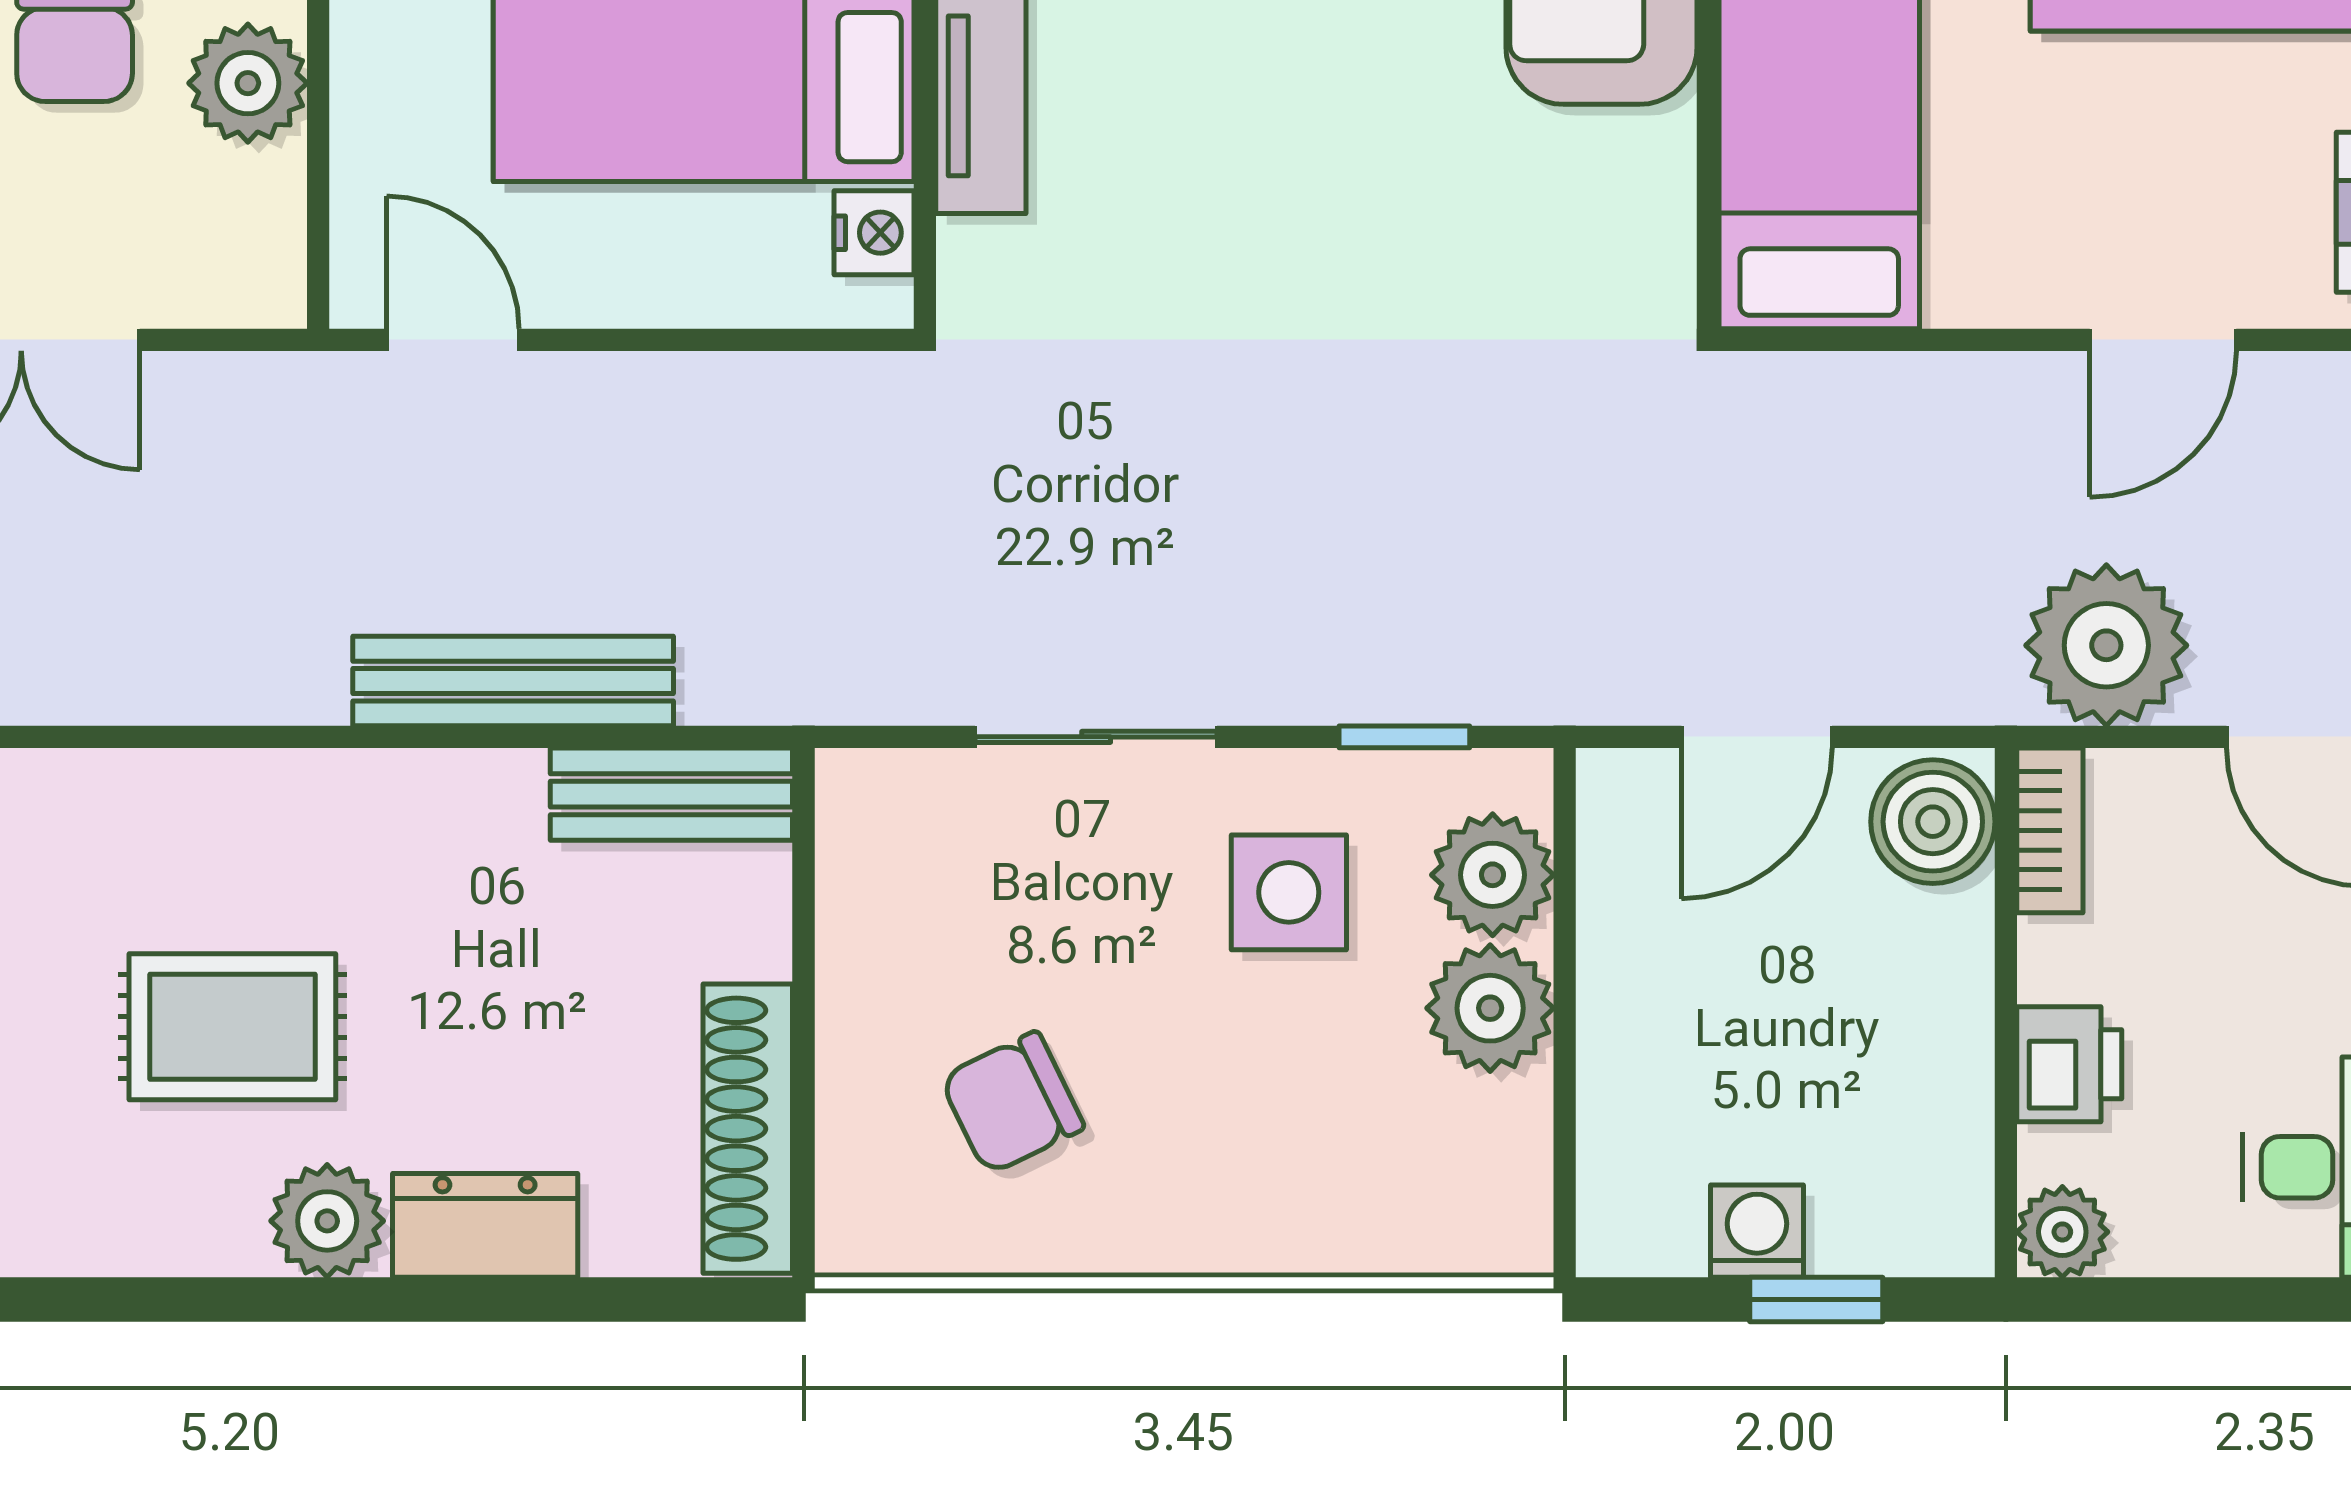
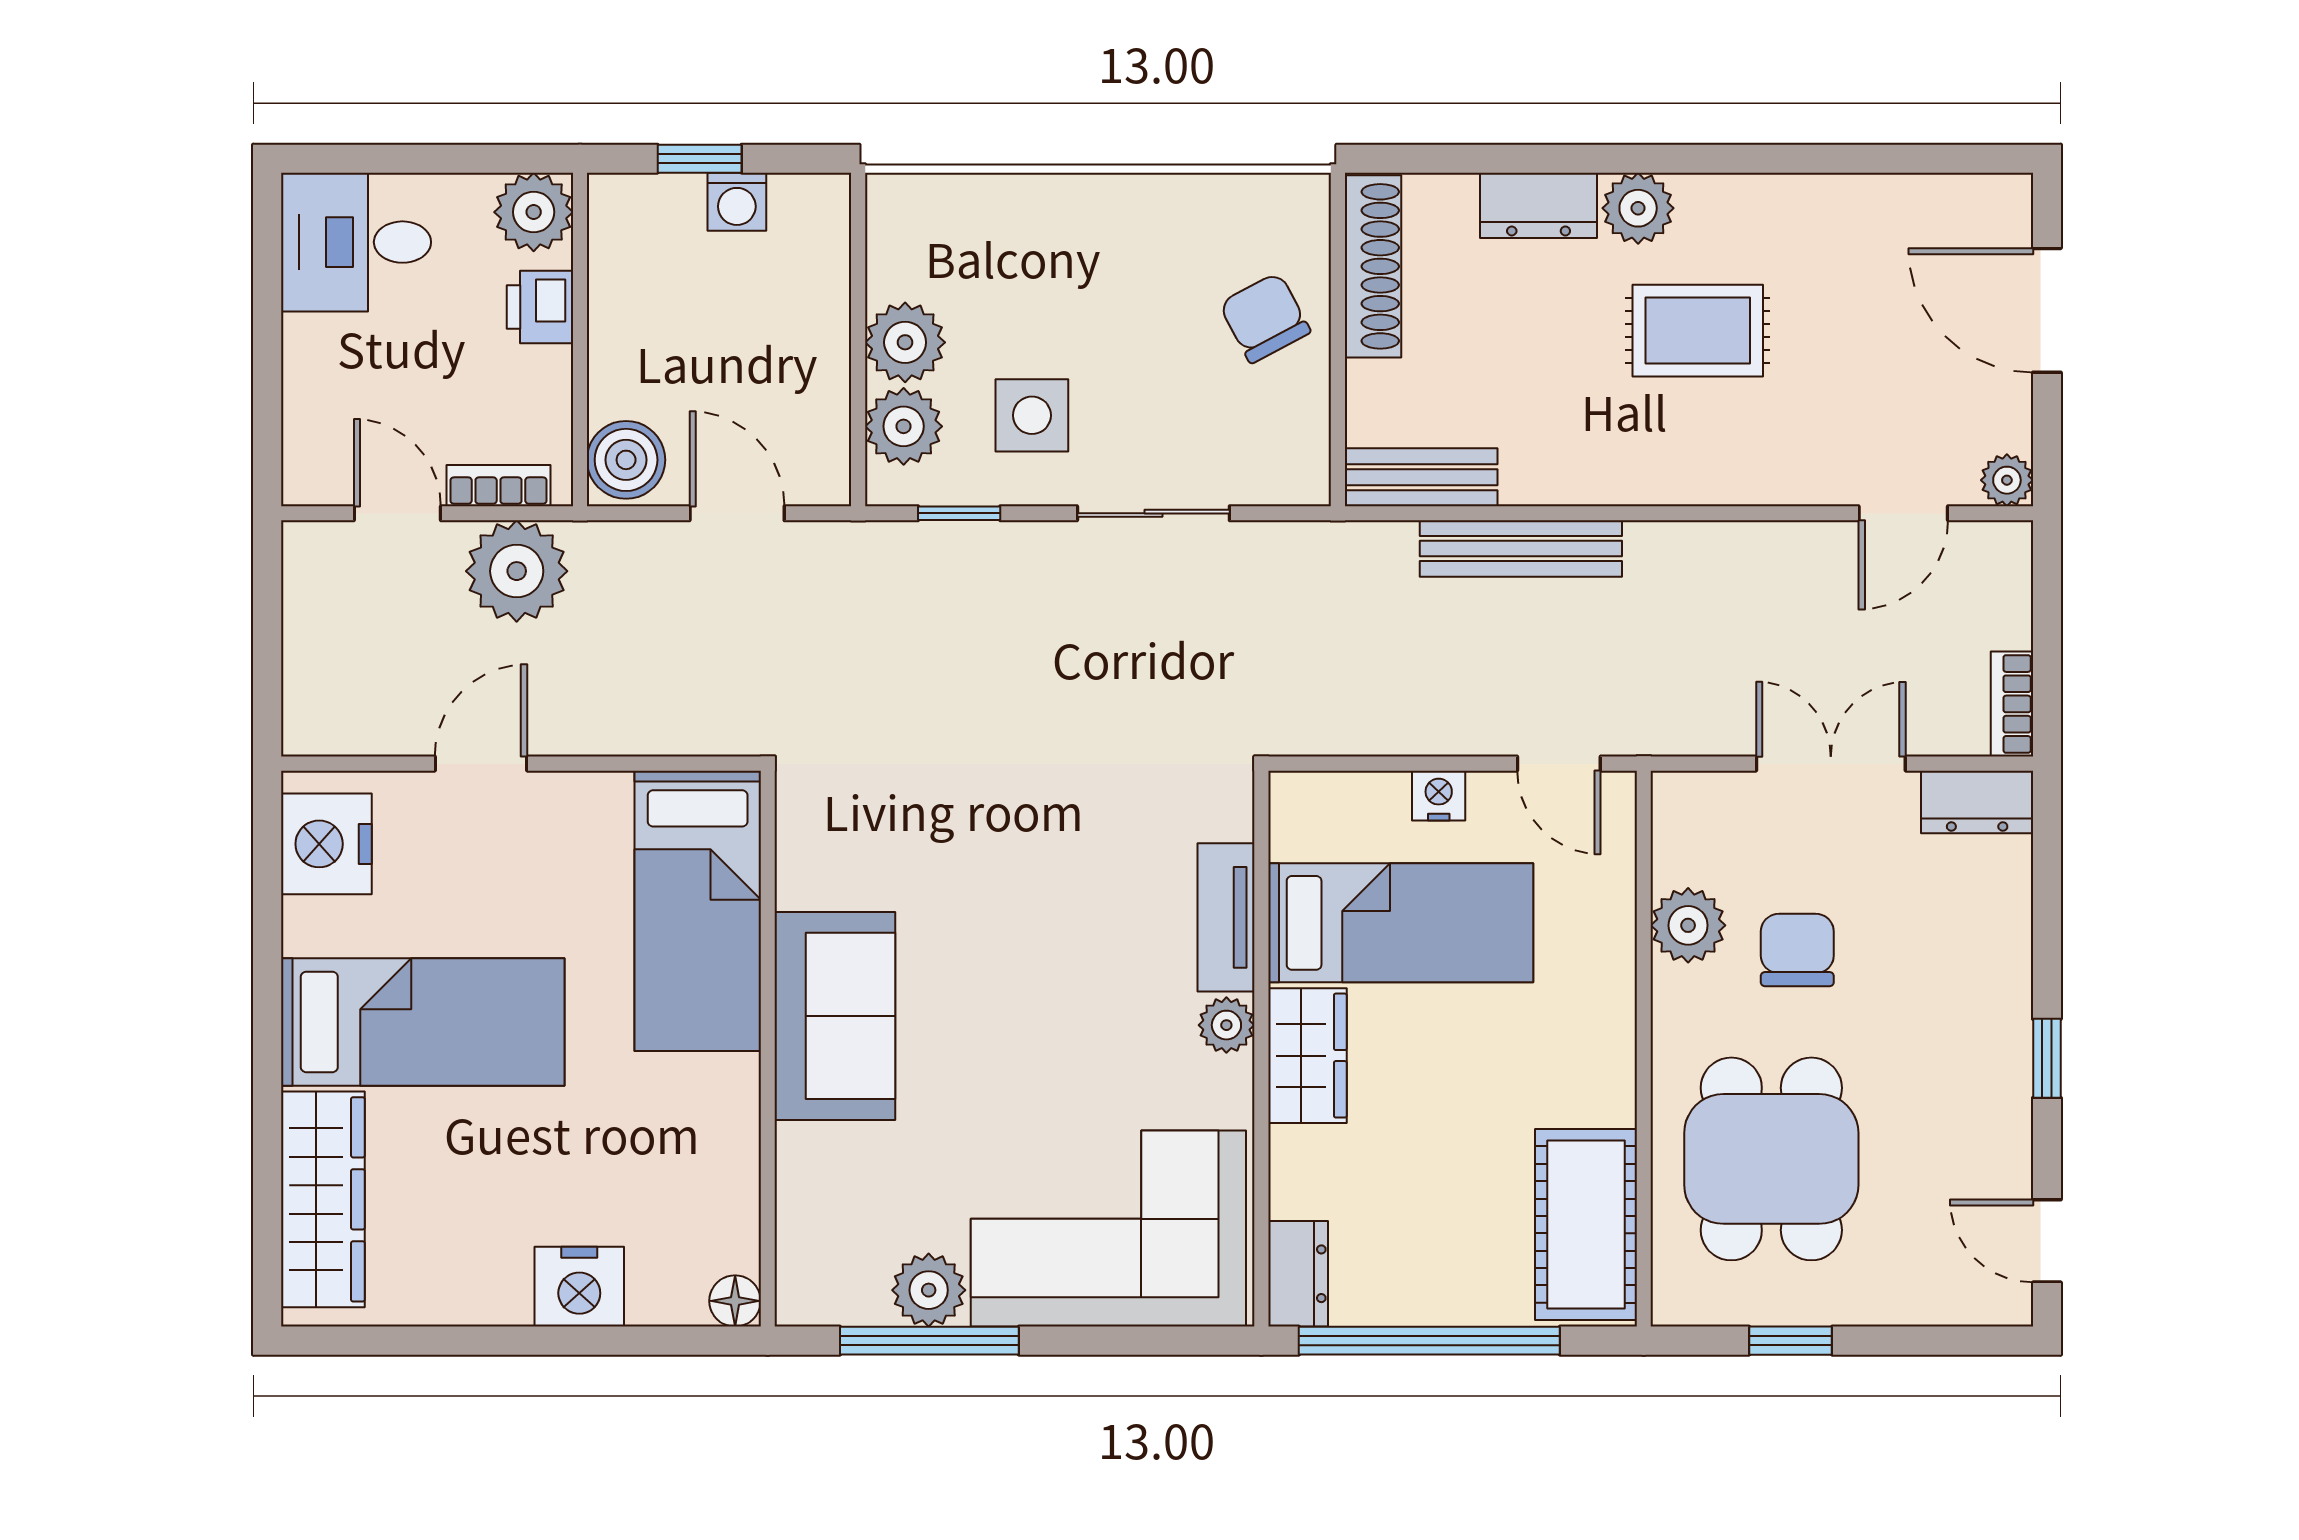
nightstand: (874, 233) -> (1439, 796), moved, turned 90
door: (1757, 737) -> (737, 513), hinge flipped
bookcase: (2050, 830) -> (499, 486), moved, turned 90
chair: (1012, 1103) -> (1265, 318), moved, turned -92
plant: (2062, 1232) -> (534, 212), width x1.38, depth x1.38

